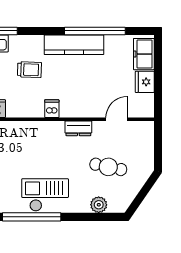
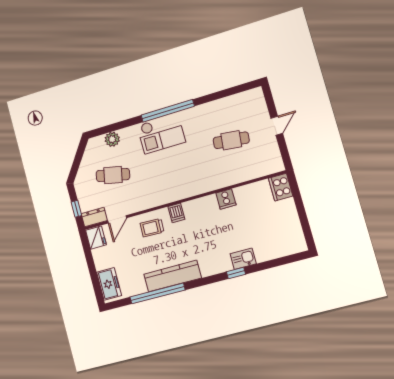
trolley: (29, 70) -> (152, 228), moved
fridge: (145, 82) -> (96, 238), moved
dresser: (78, 128) -> (94, 217), moved
window: (158, 143) -> (76, 209), added

